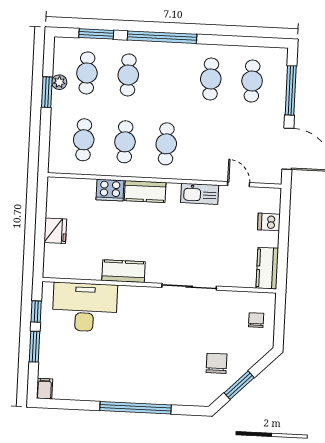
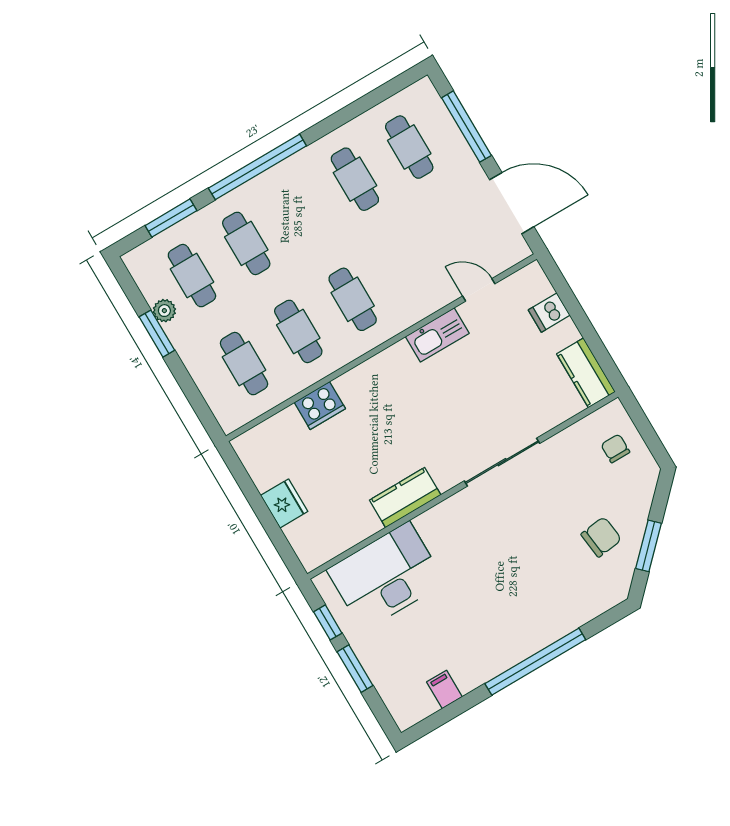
kitchen counter: (145, 192) -> (366, 378), removed
chair: (216, 363) -> (601, 537), turned 83
filing cabinet: (45, 389) -> (444, 689), moved

